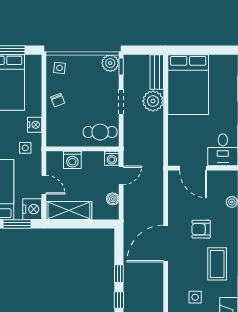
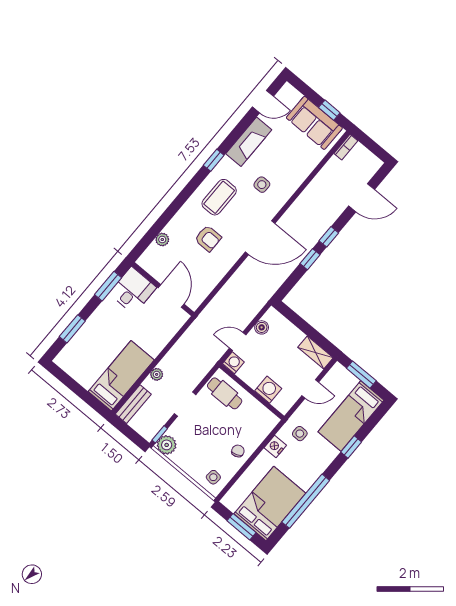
bed: (188, 85) -> (121, 376), width x0.67
plant: (153, 101) -> (157, 374), width x0.53, depth x0.53
door: (44, 185) -> (310, 389), swing flipped
nightstand: (32, 209) -> (338, 376), removed
shelving: (69, 210) -> (315, 352), width x0.67, depth x0.75
door: (166, 244) -> (260, 238), moved

